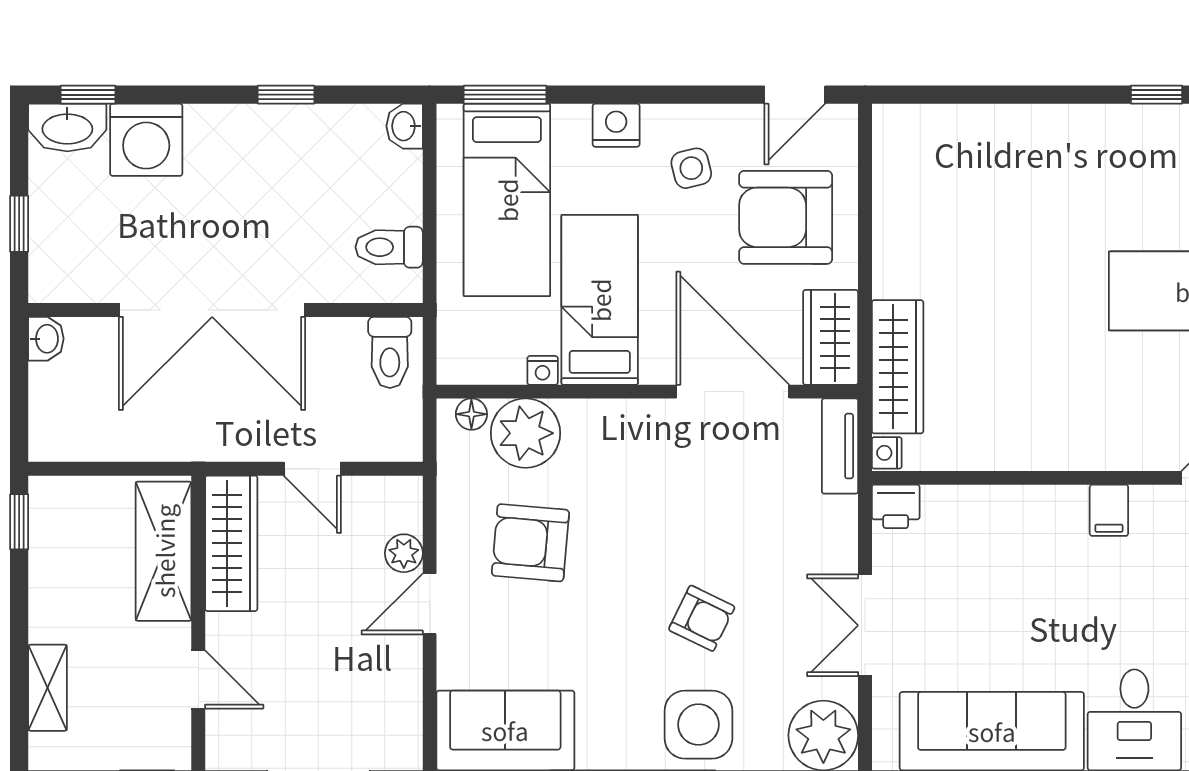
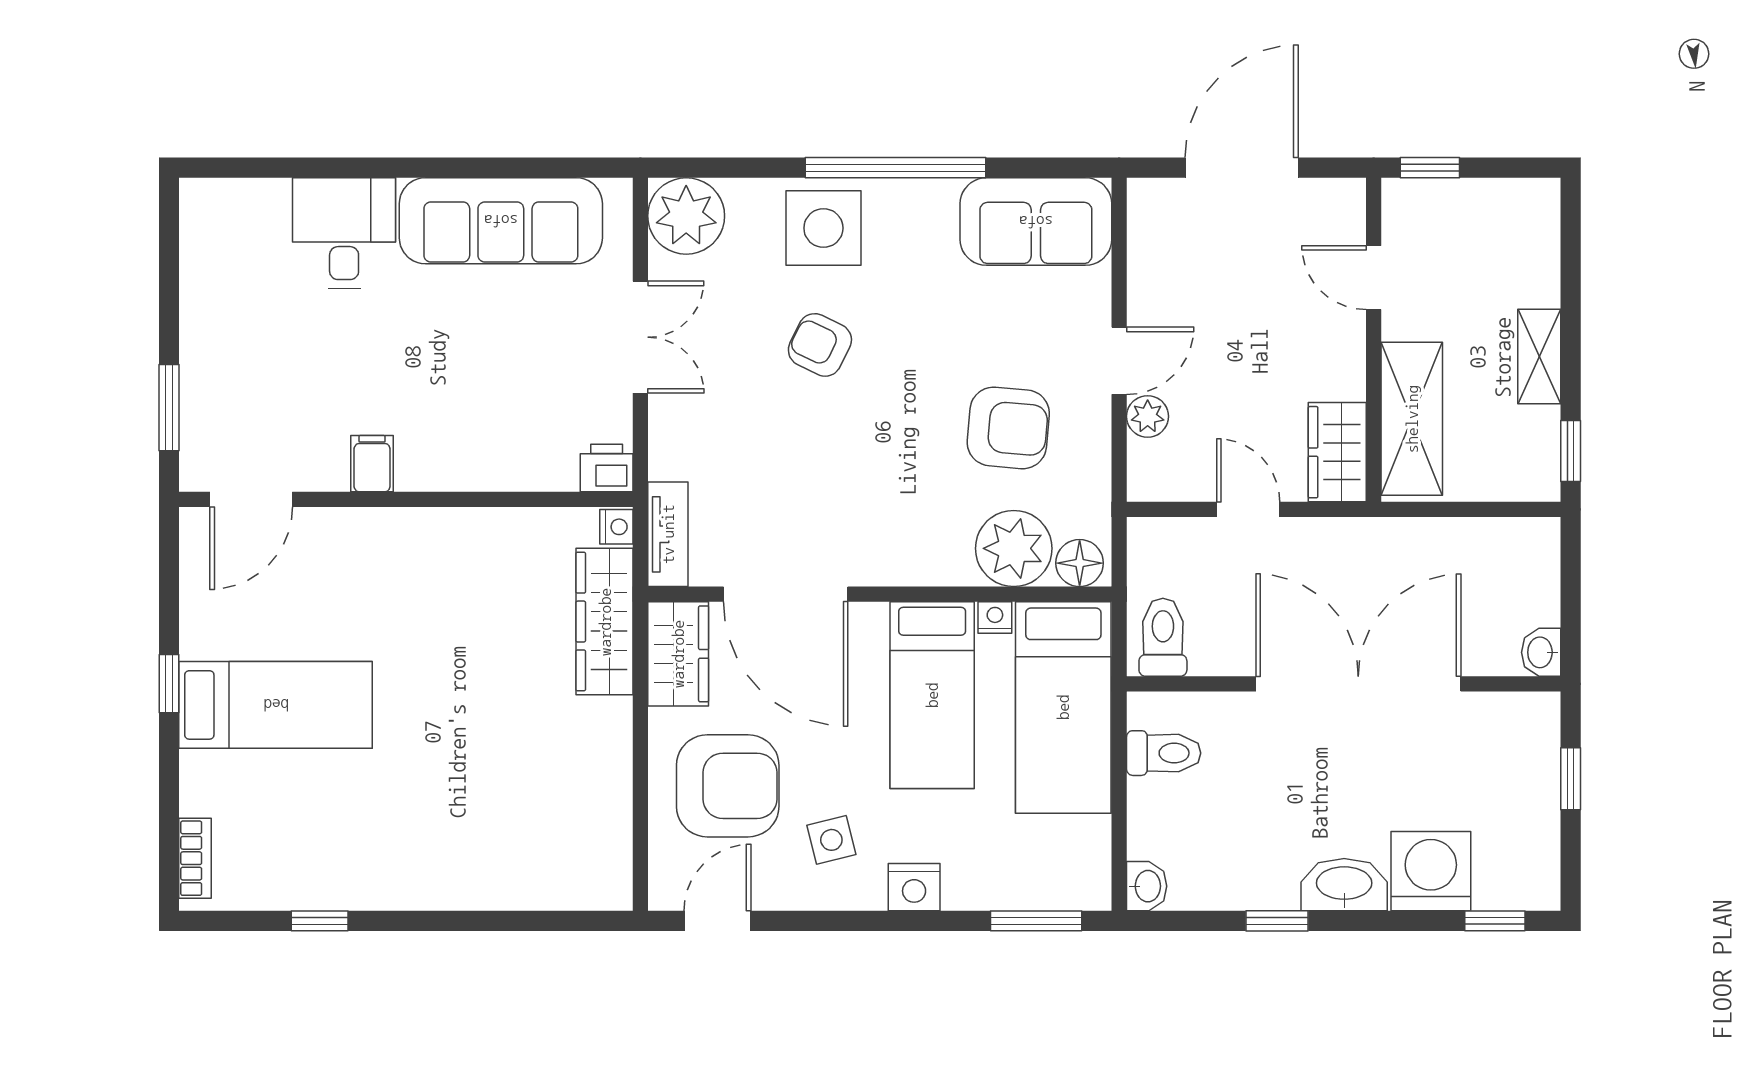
washbasin: (67, 128) -> (1344, 885), moved
bed: (507, 200) -> (1063, 707), moved, turned 180
floor lamp: (471, 414) -> (1080, 563), width x1.37, depth x1.37
wardrobe: (231, 543) -> (1337, 452), width x0.67
shelving: (48, 688) -> (1539, 357), moved

